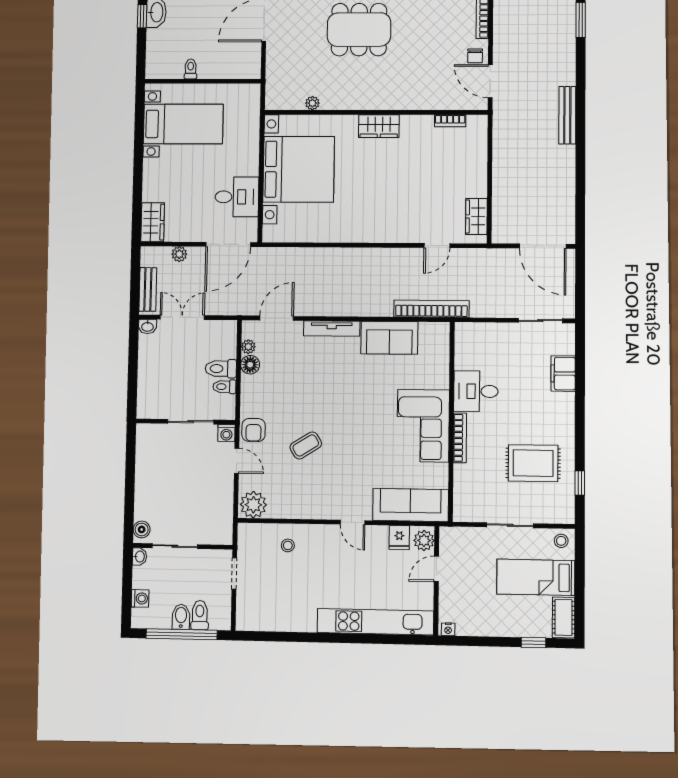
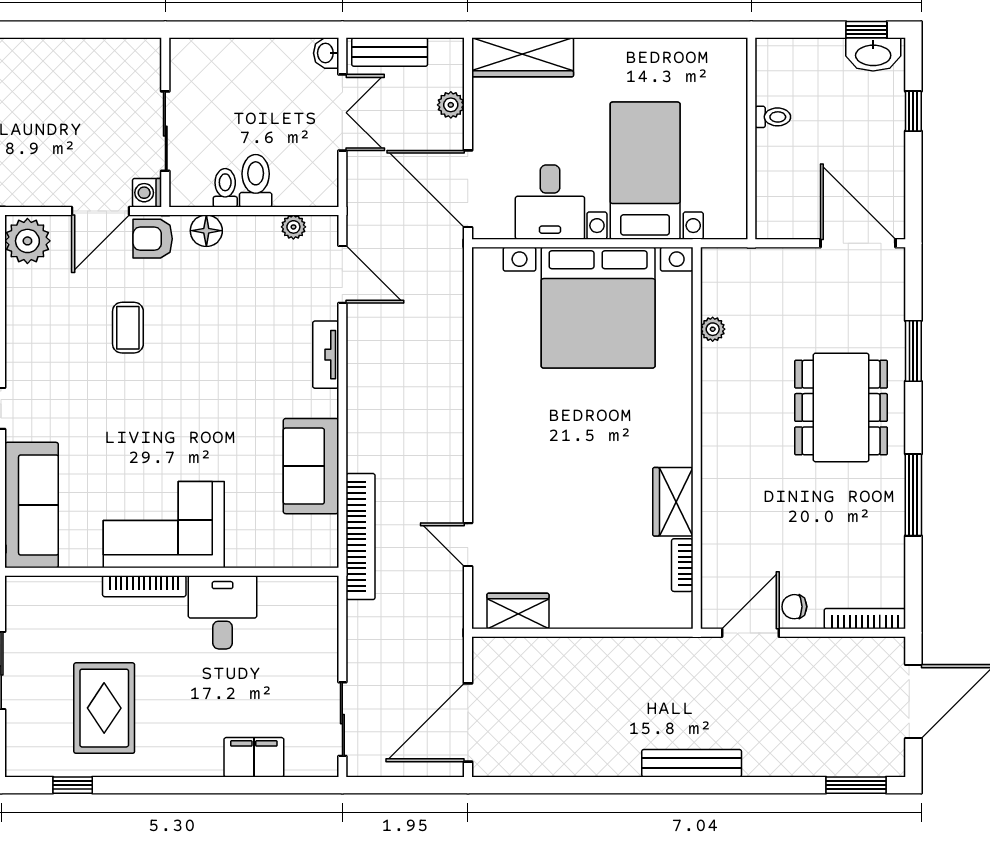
bed with nightstands: (183, 124) -> (645, 171), moved, turned 180
wardrobe: (379, 126) -> (673, 502), moved
wardrobe: (153, 222) -> (523, 57), width x1.50
tv unit: (332, 328) -> (326, 355), width x0.71
floor lamp: (250, 365) -> (206, 231), moved
coffee table: (306, 445) -> (128, 328), turned 32
door: (237, 461) -> (101, 211), width x1.37

